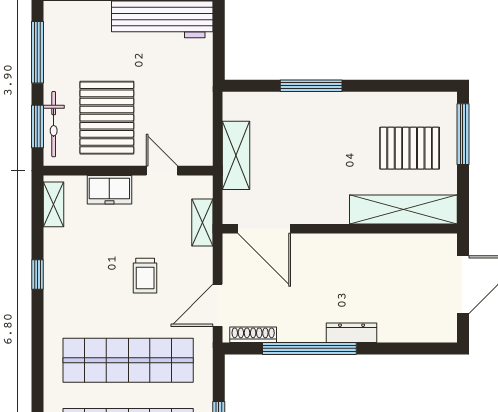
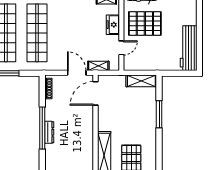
shelving: (236, 155) -> (141, 81), moved
trolley: (145, 276) -> (75, 40), removed
door: (218, 305) -> (77, 73), moved
window: (309, 348) -> (42, 128), moved

